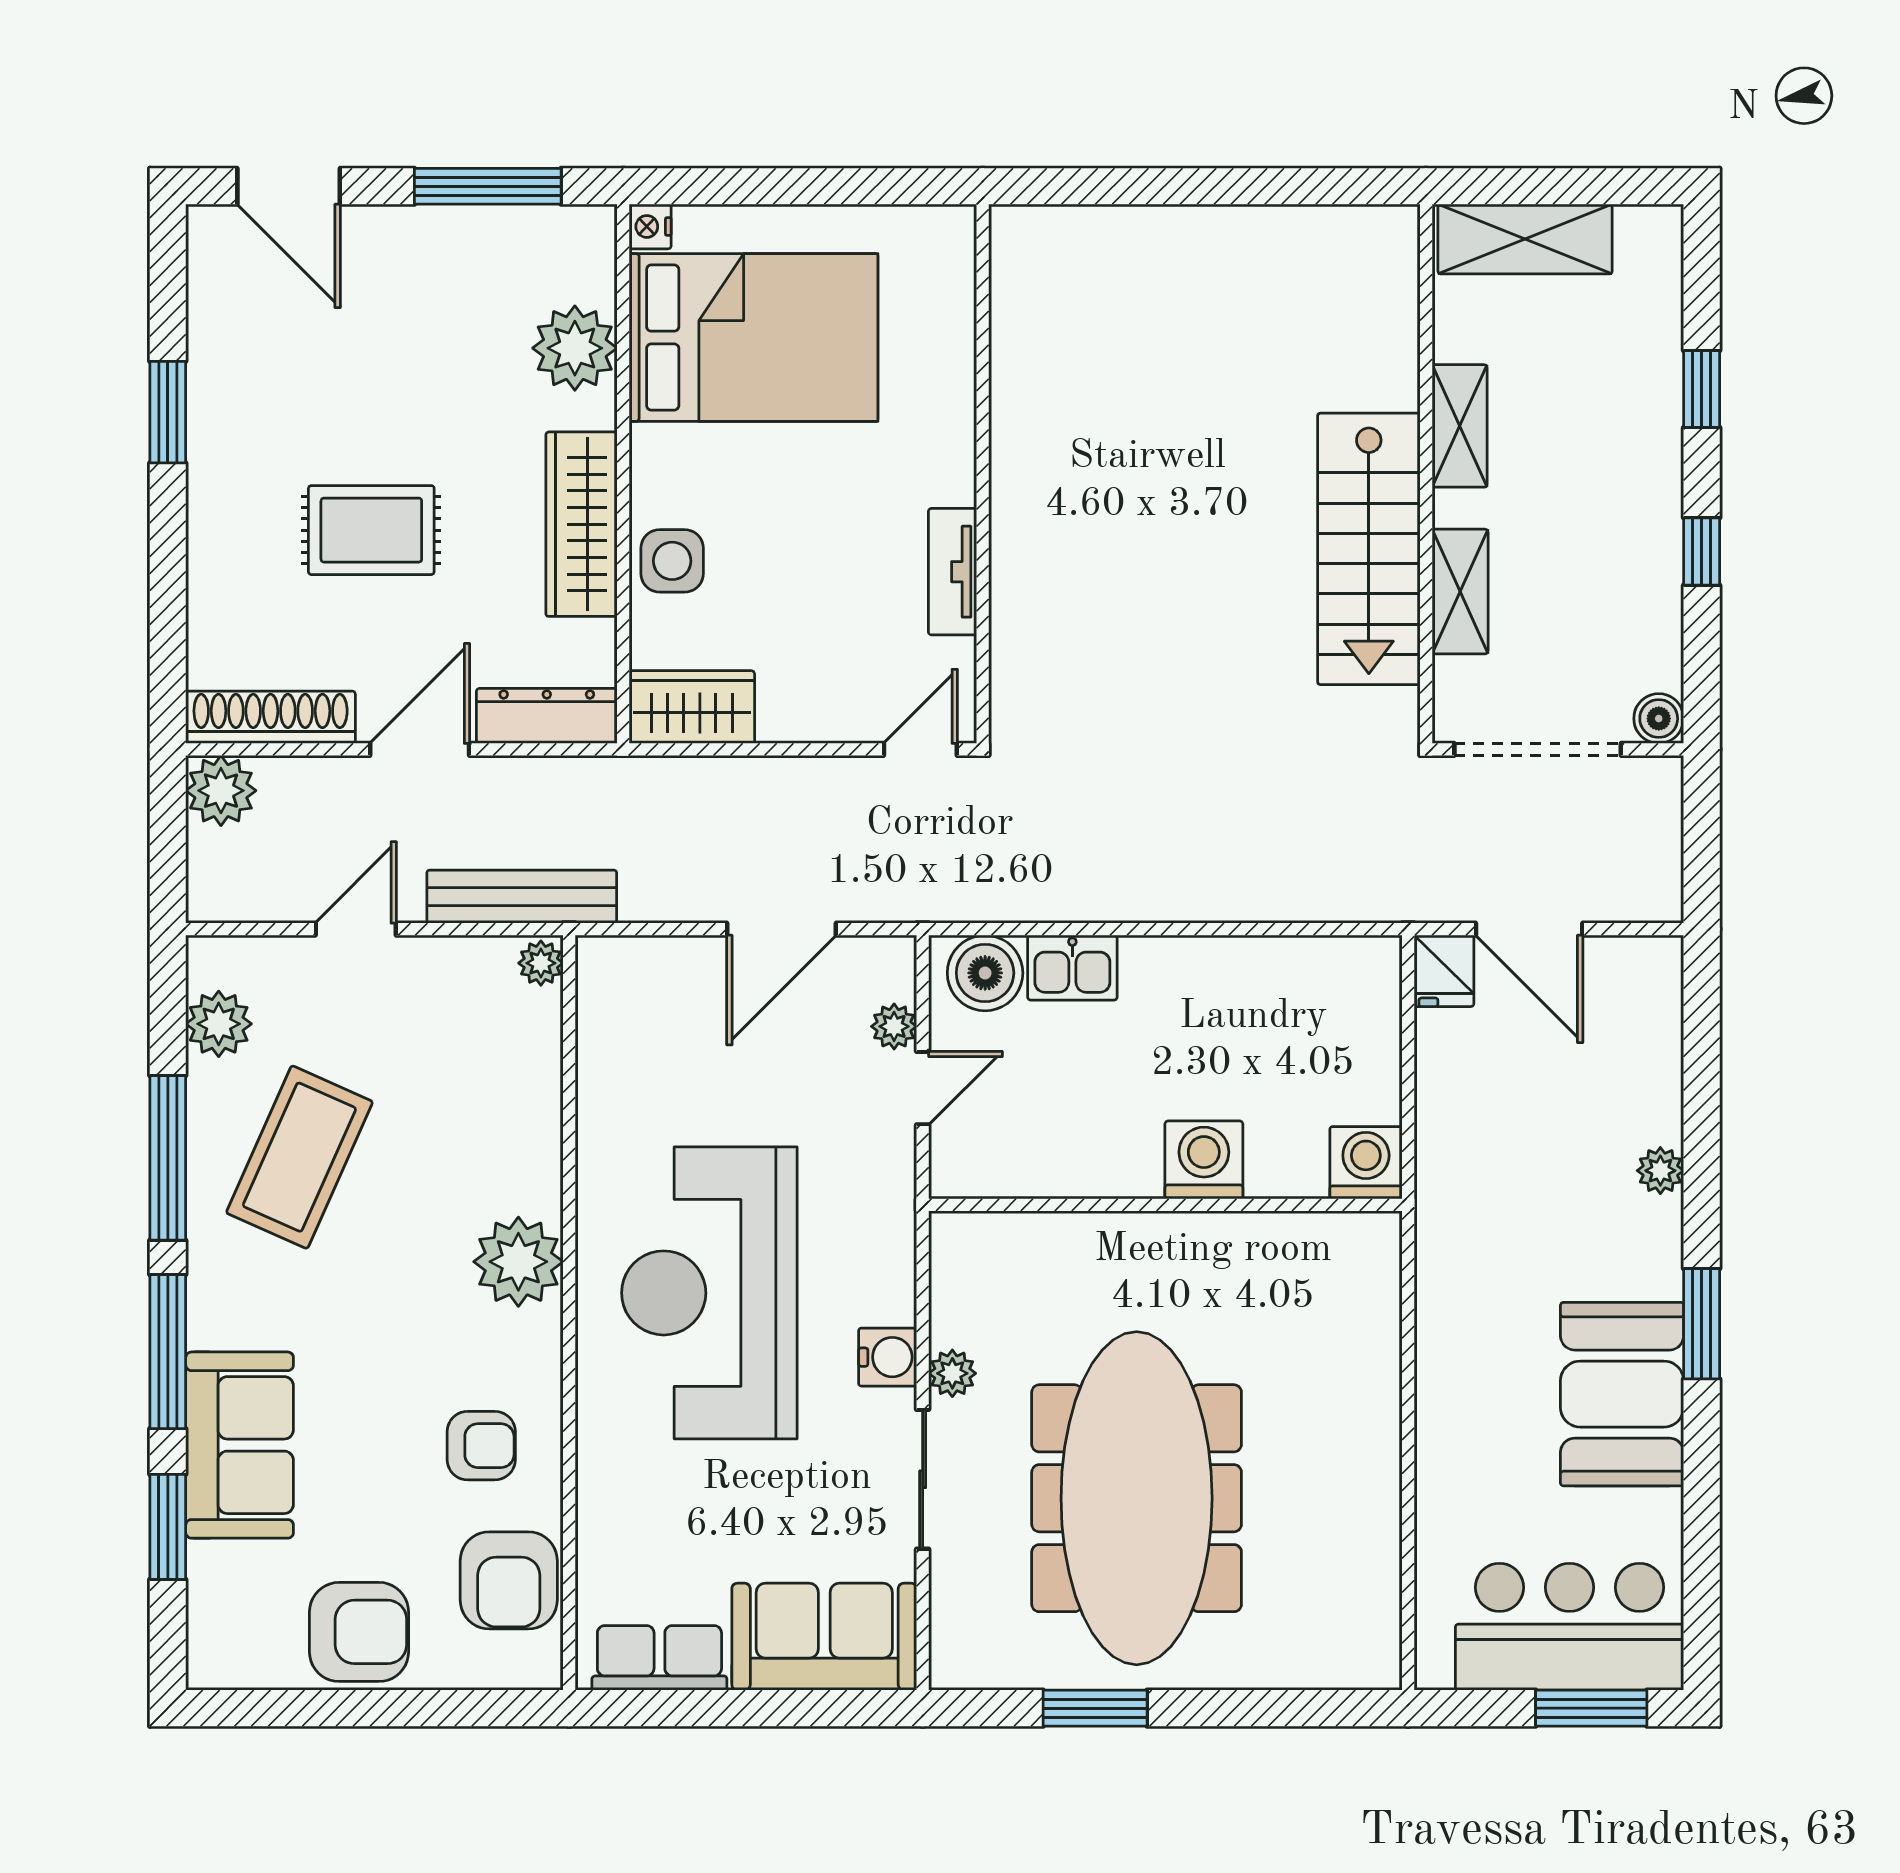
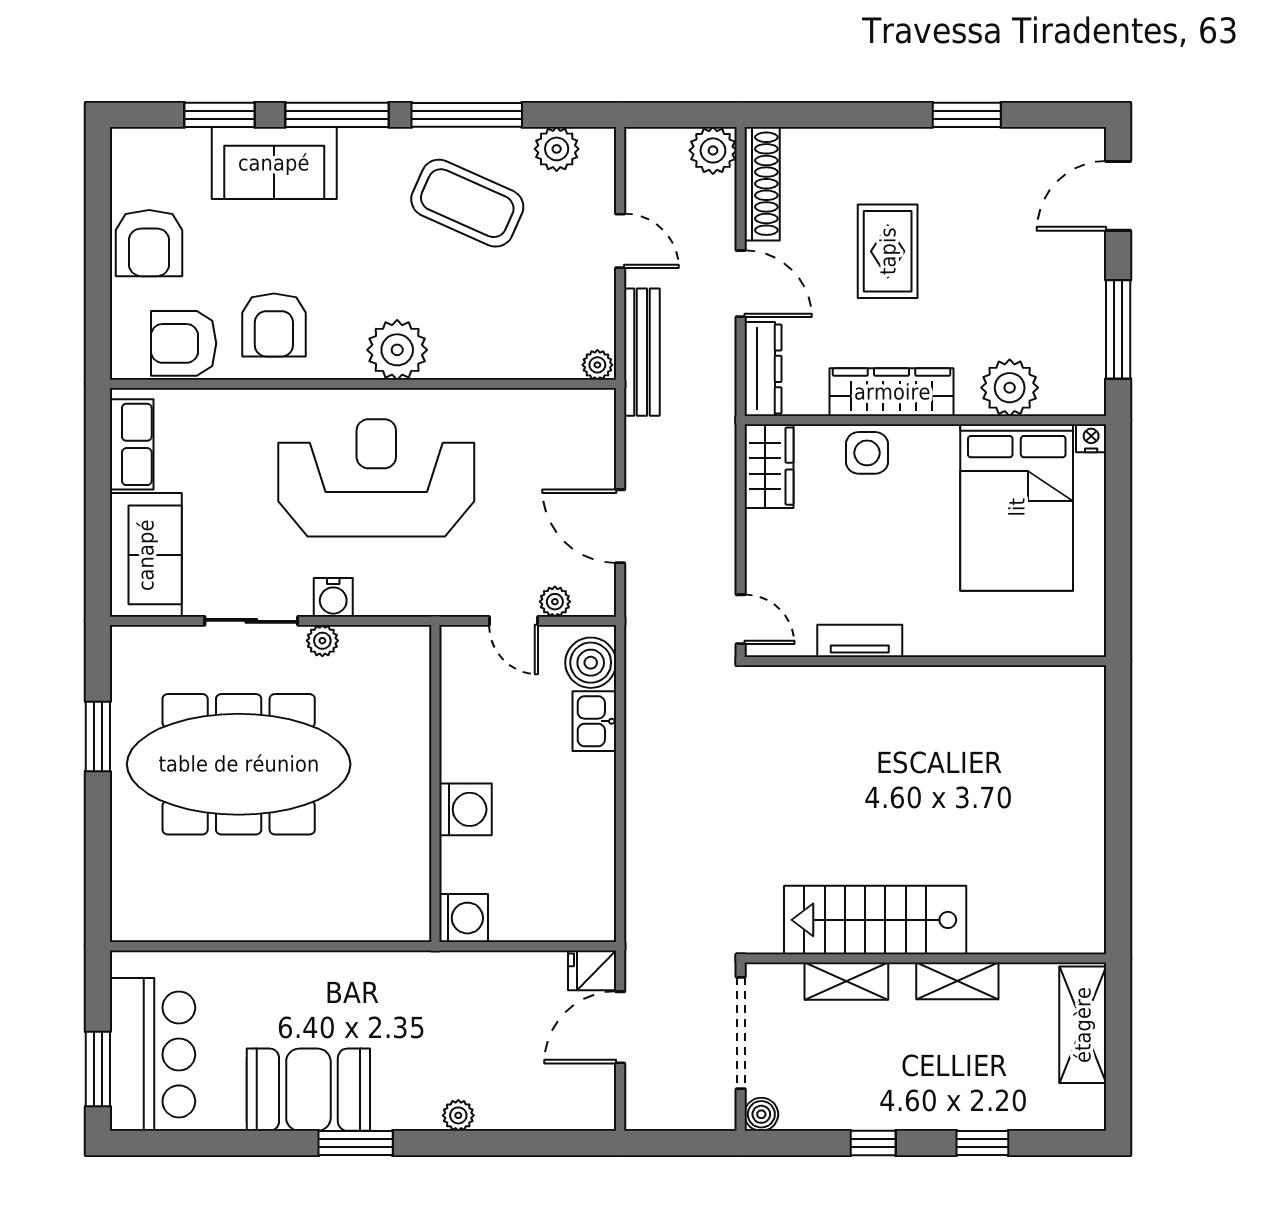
armchair: (481, 1446) -> (274, 325), width x1.38, depth x1.38

